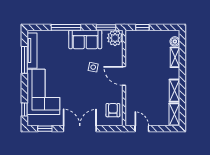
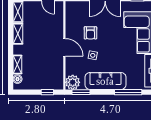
window: (66, 27) -> (128, 92), moved
sofa: (85, 39) -> (105, 81), width x1.36
armchair: (113, 110) -> (90, 33), moved

